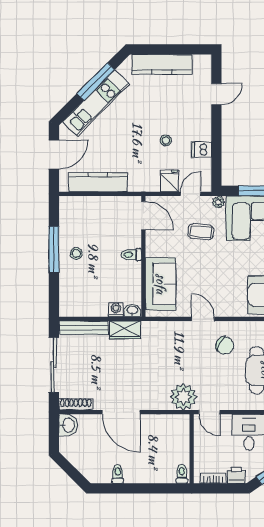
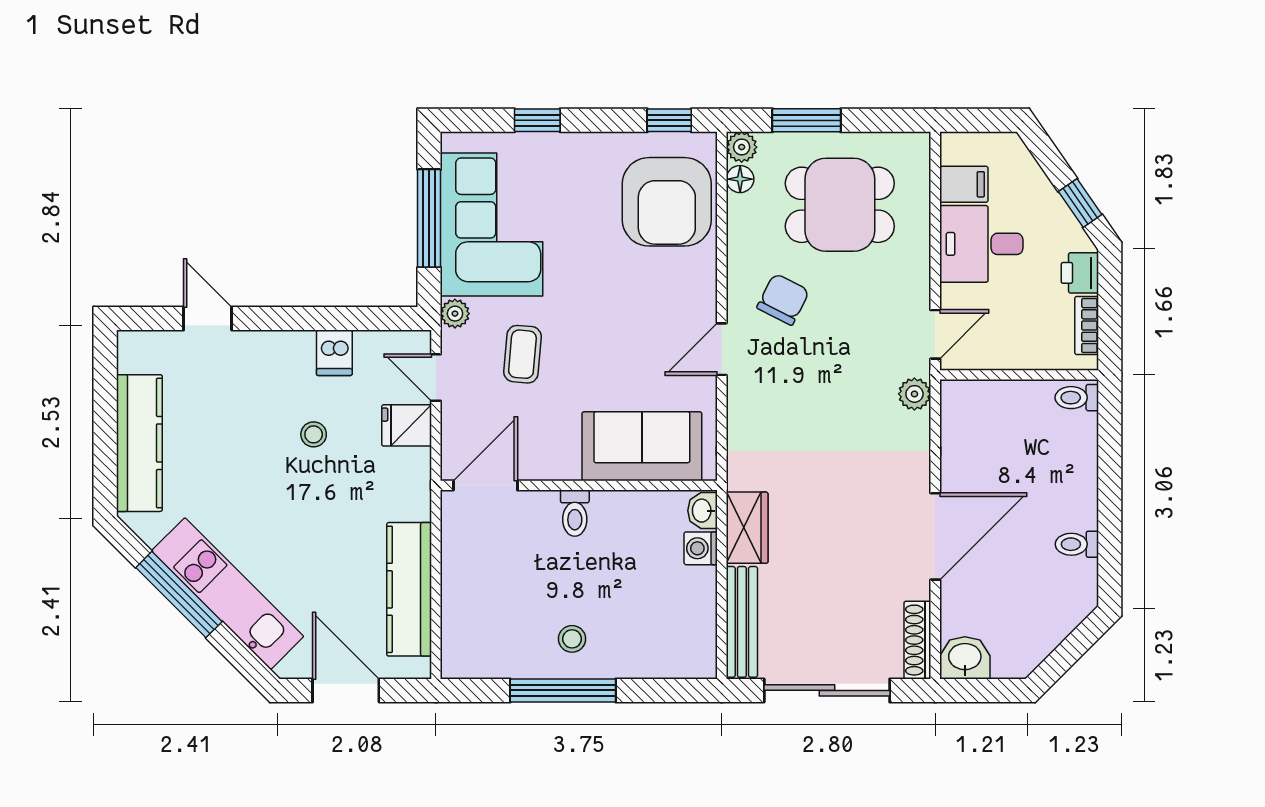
plant: (183, 397) -> (914, 394), width x0.53, depth x0.53

